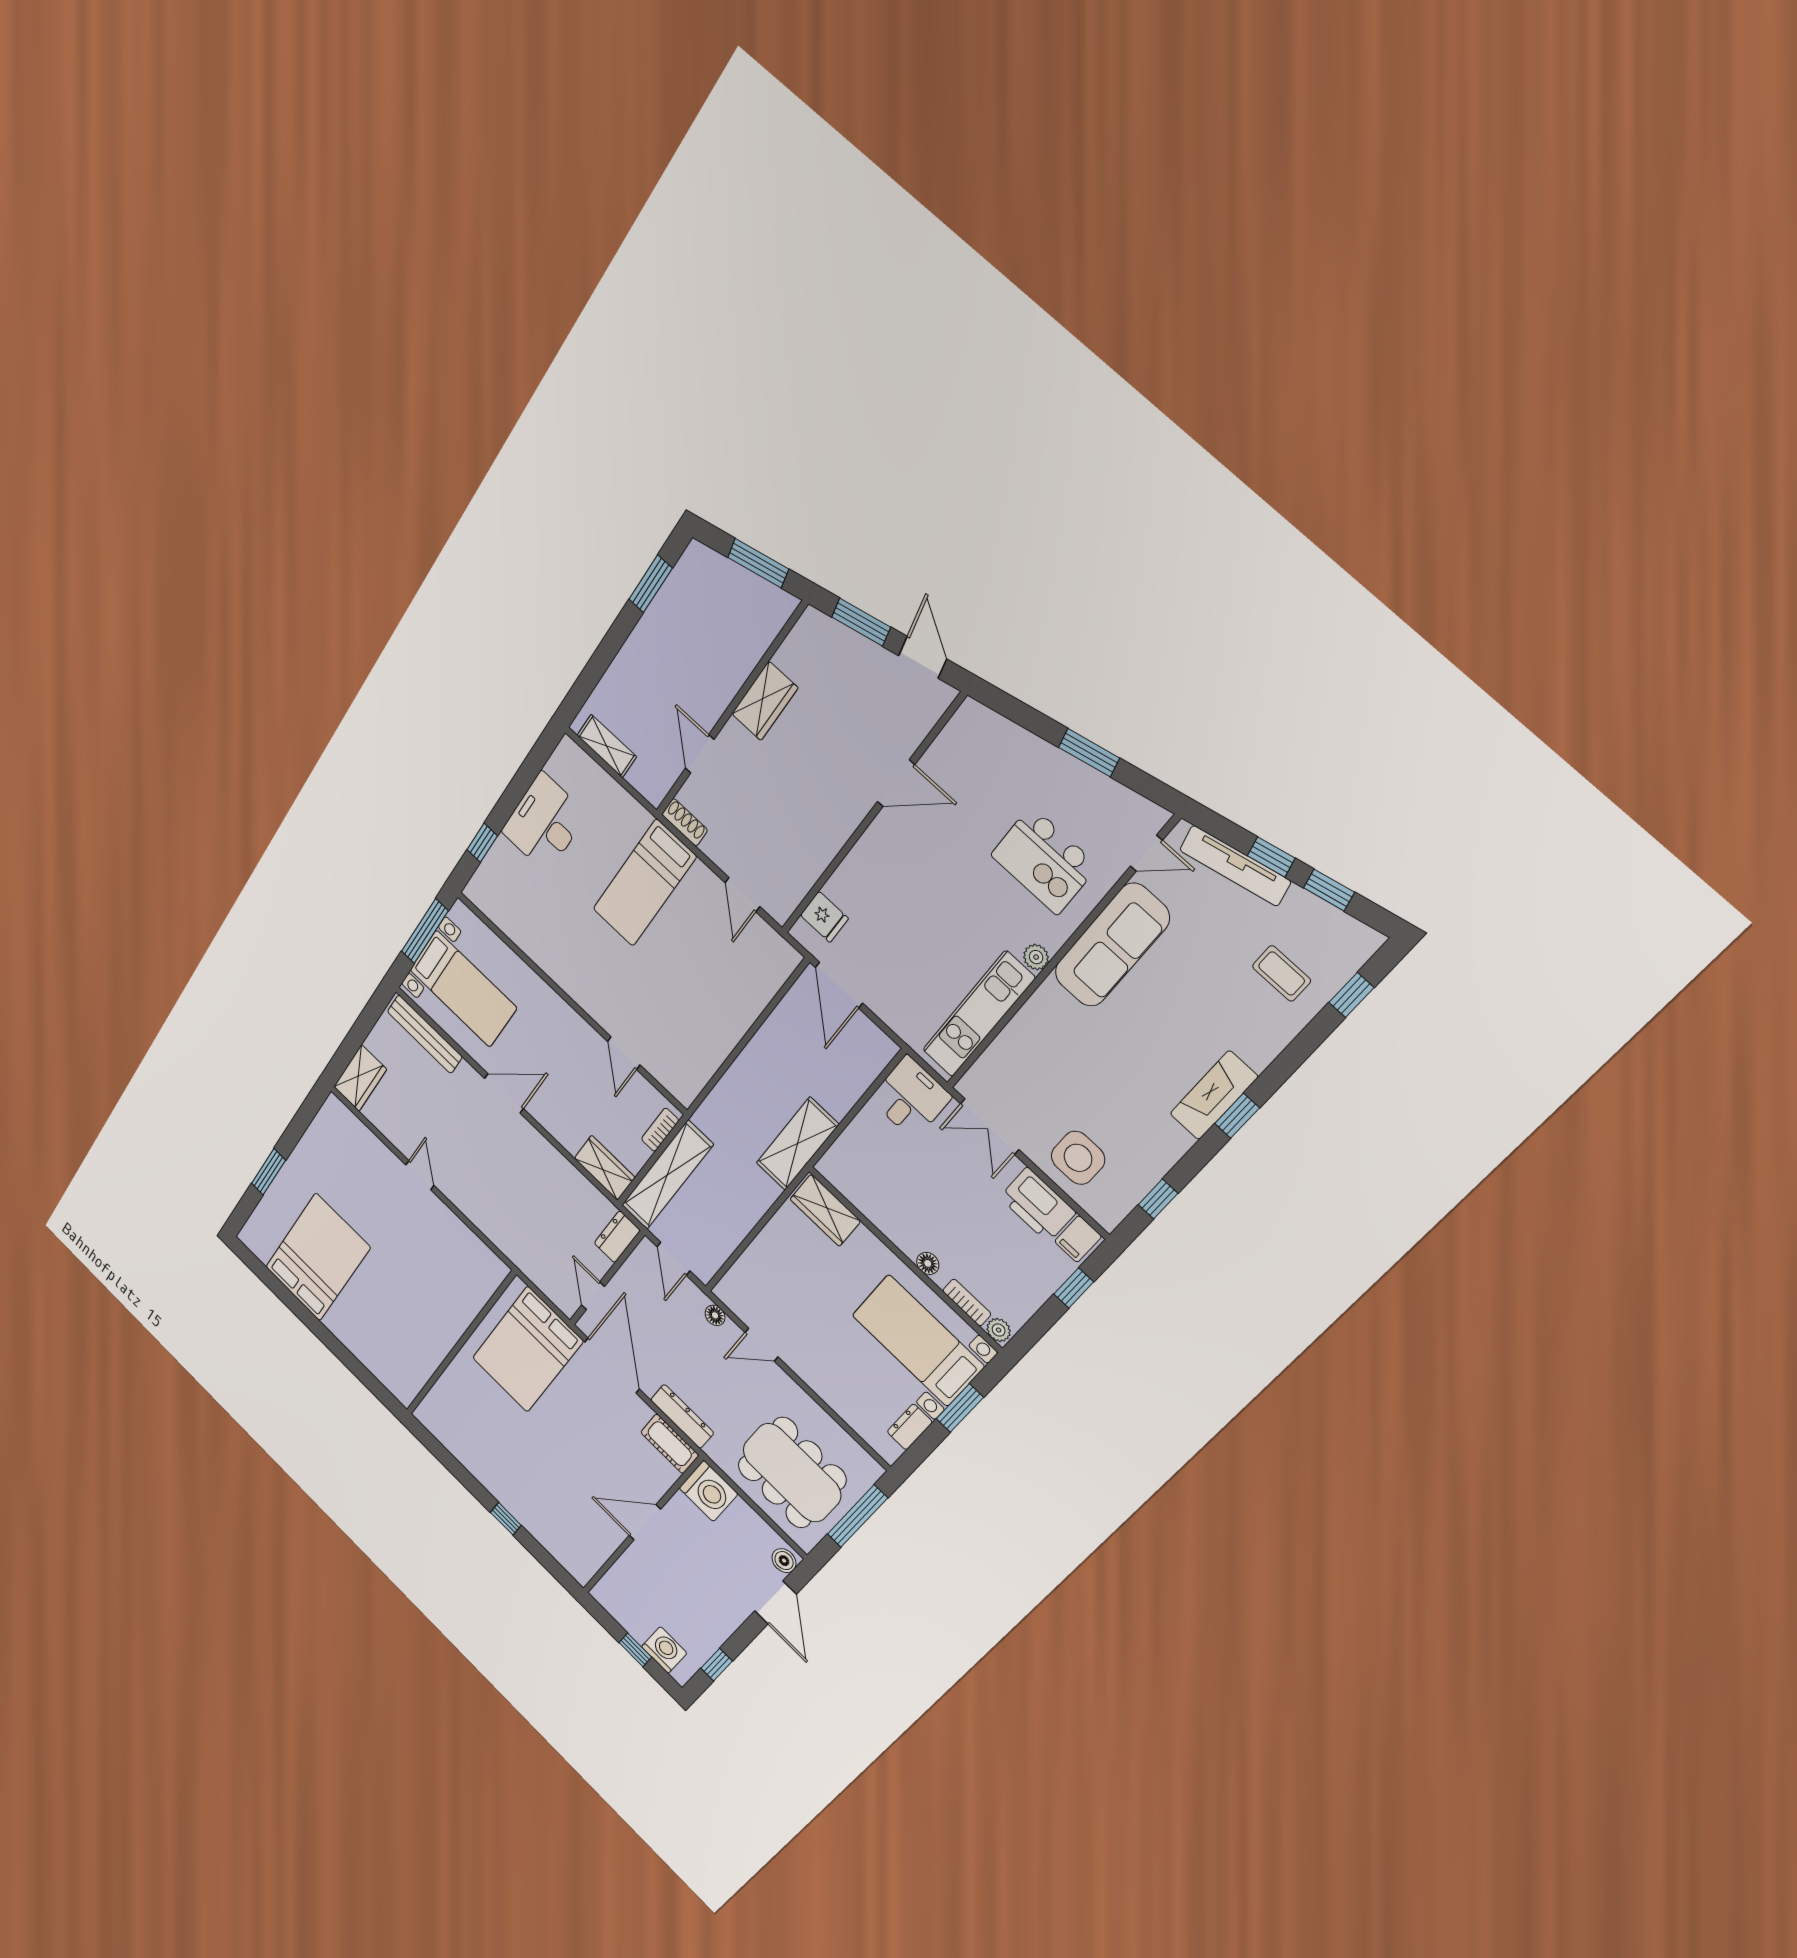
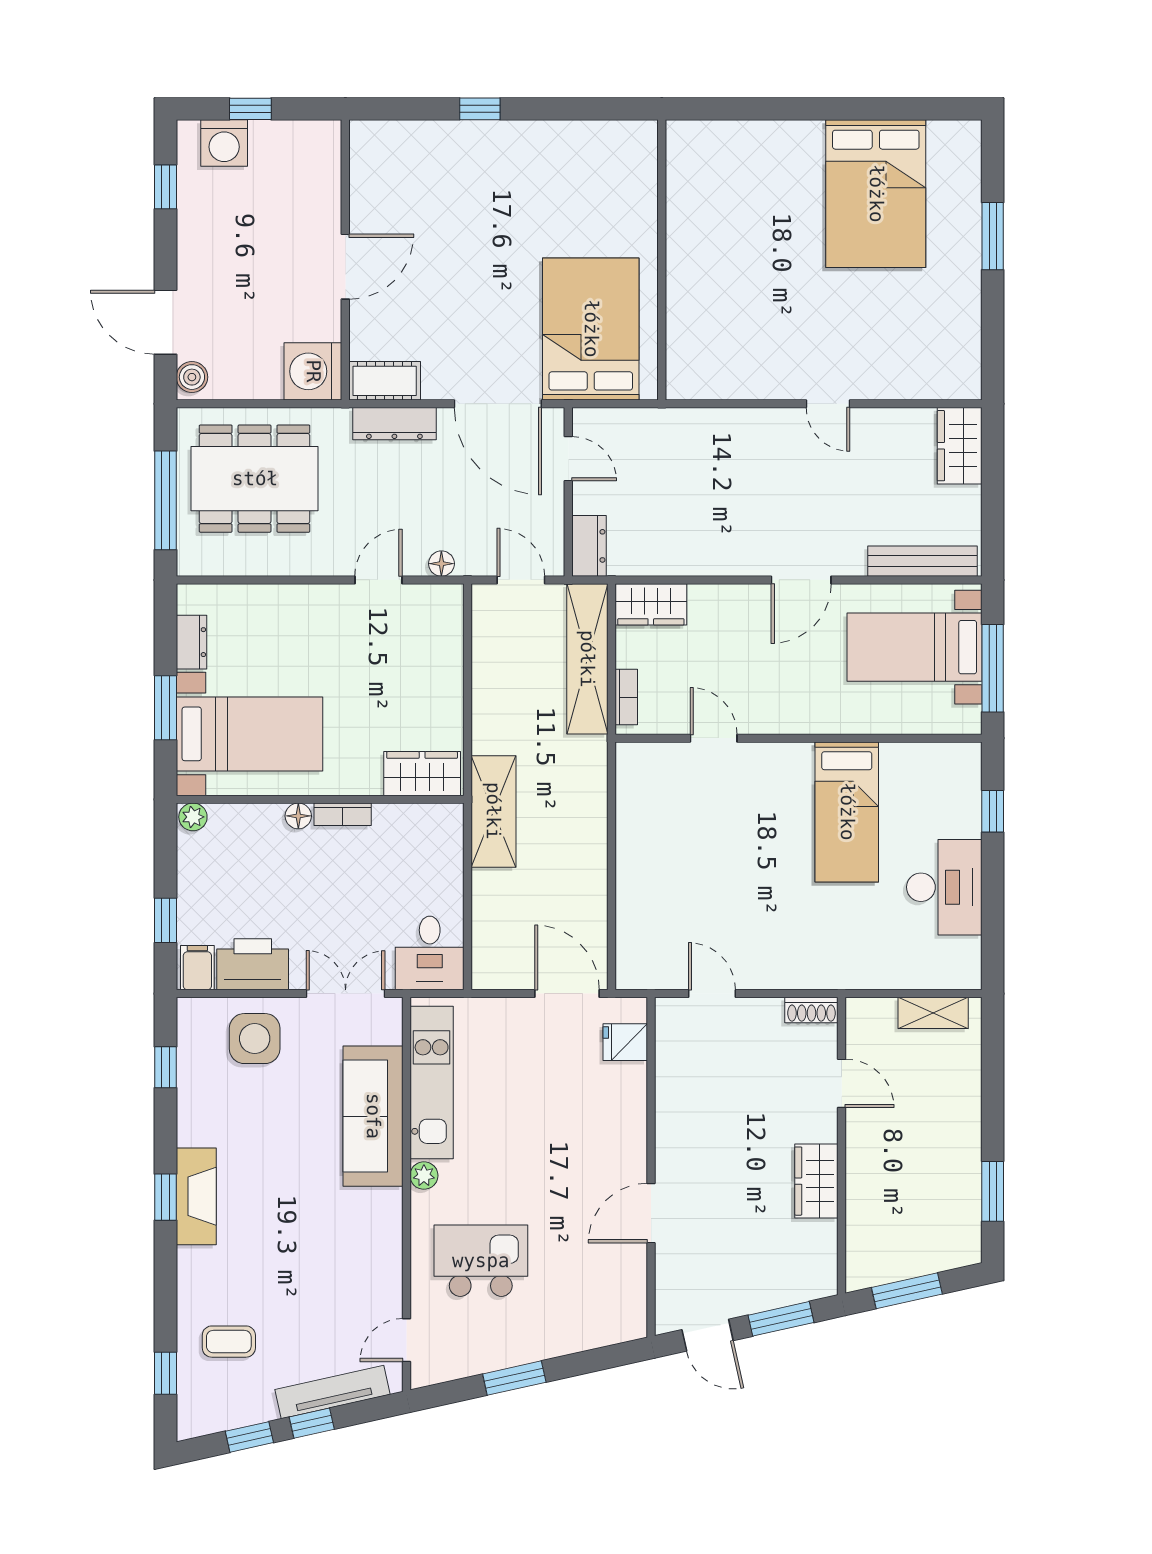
bed: (644, 883) -> (847, 812), moved, turned 180
sofa: (1112, 945) -> (373, 1116), moved
bookcase: (967, 1302) -> (343, 814), moved

